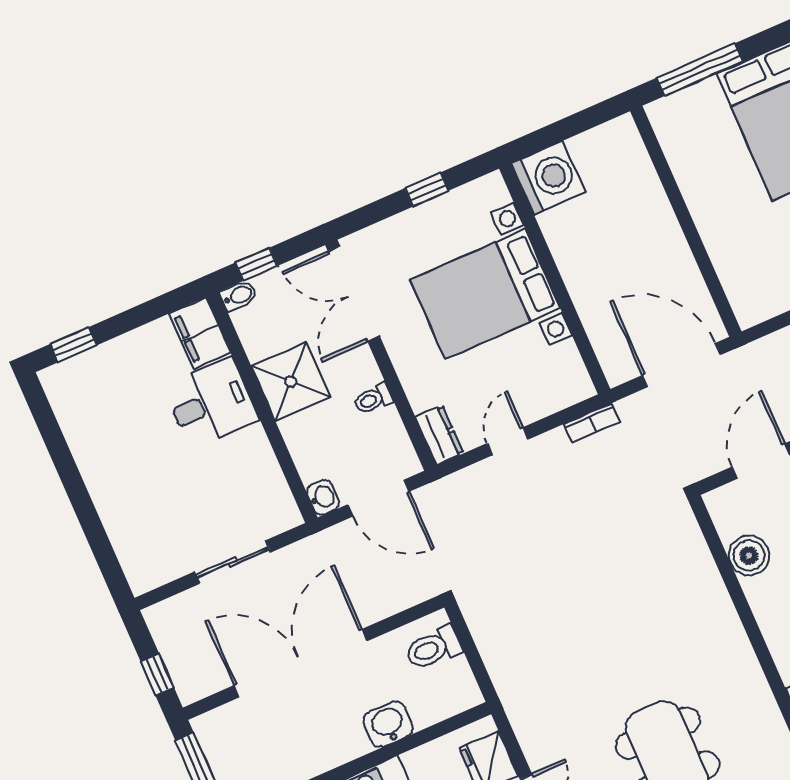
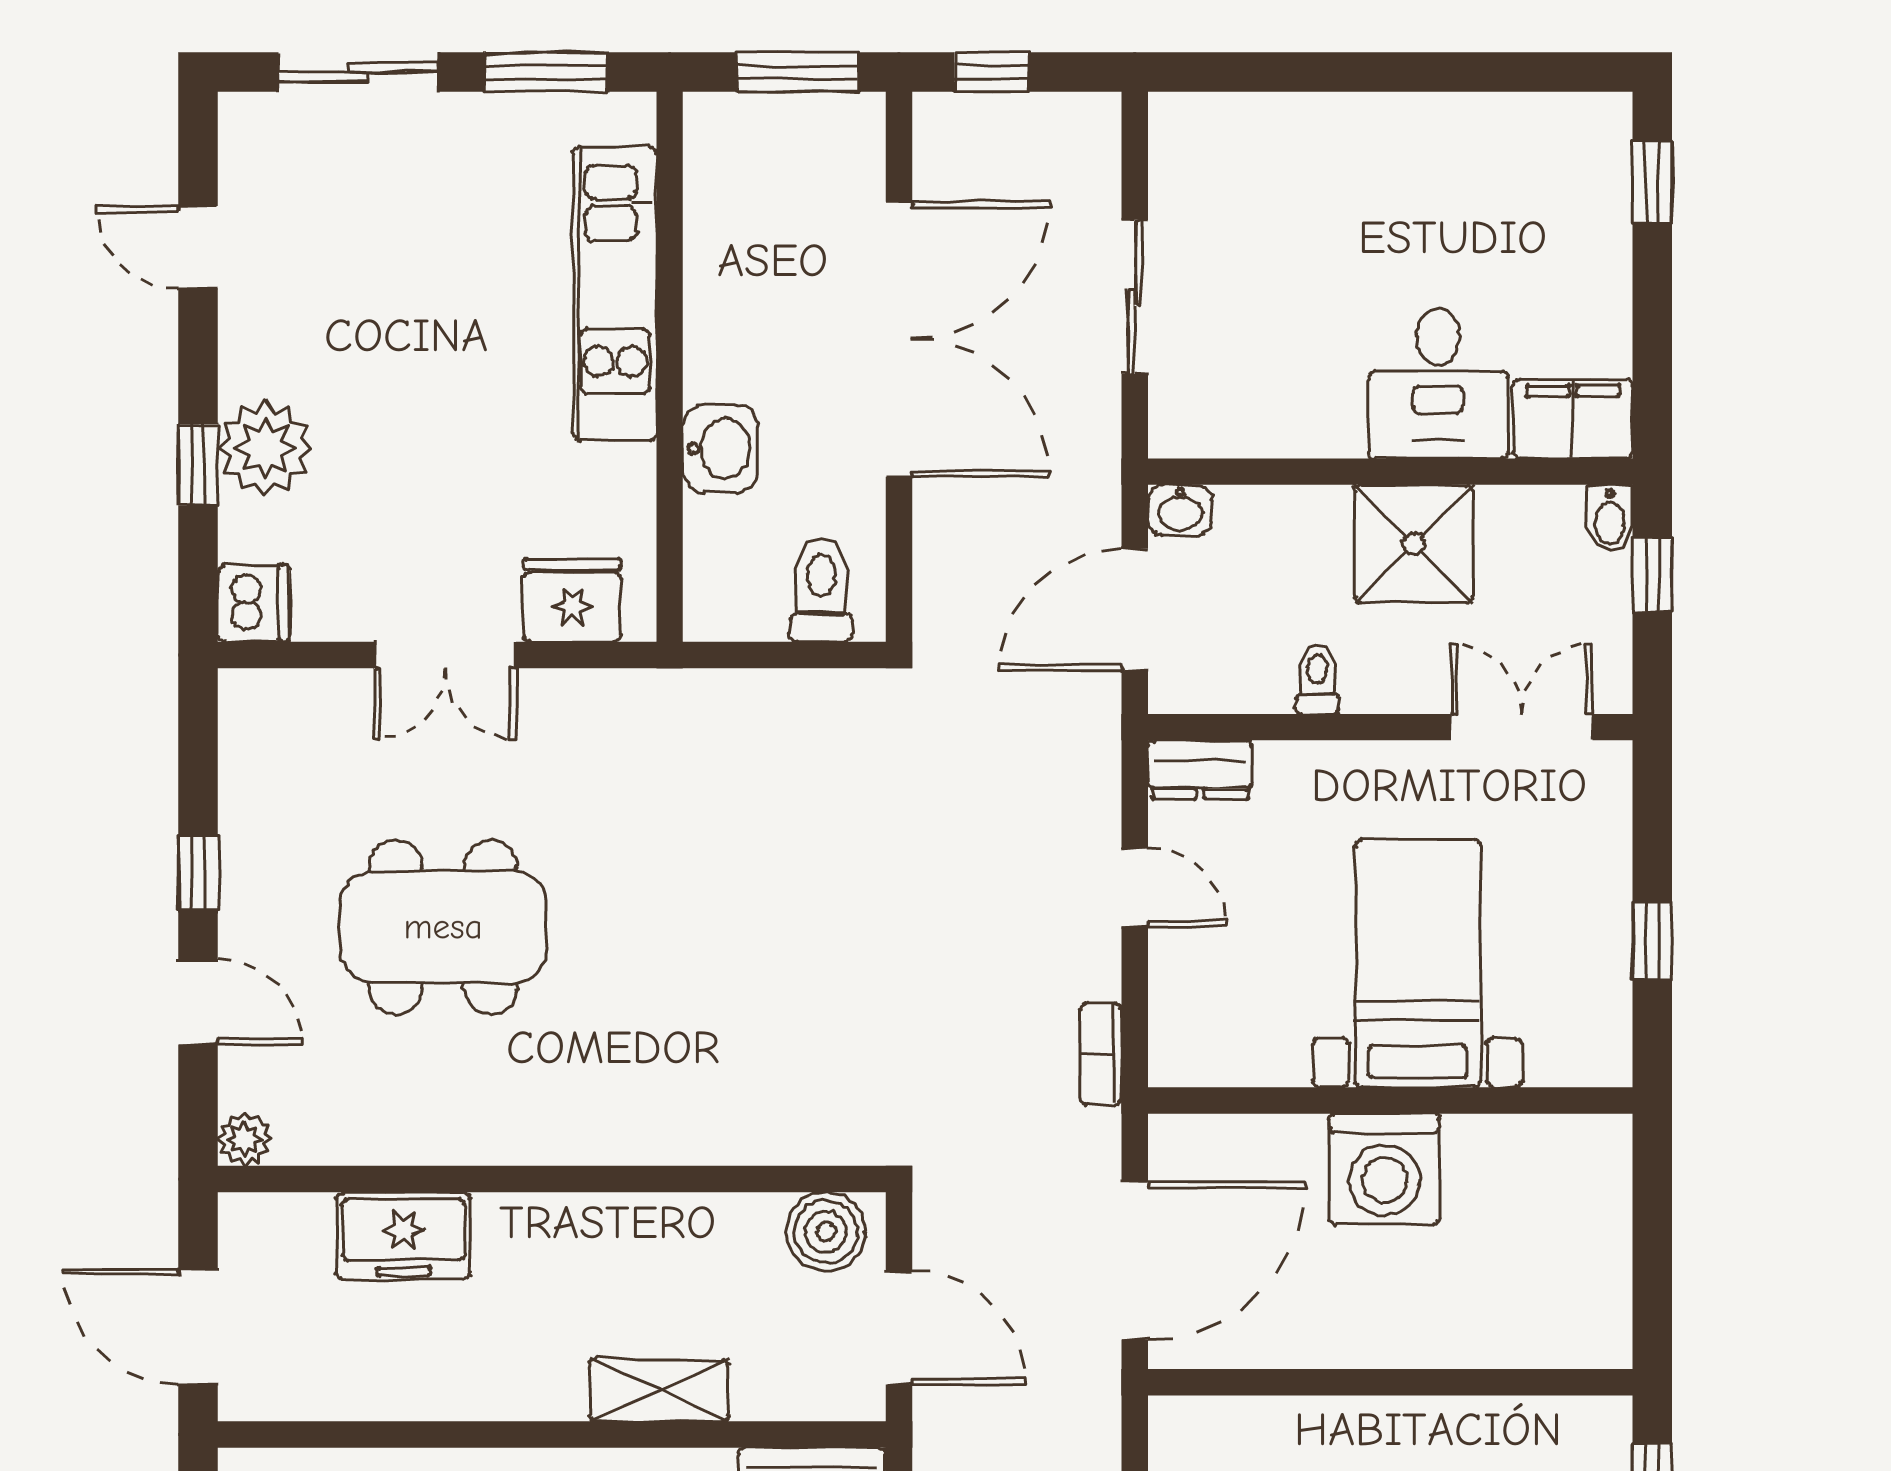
washing machine: (548, 178) -> (1384, 1169), moved
double door: (354, 294) -> (1522, 727), width x0.73
bed with nightstands: (485, 294) -> (1418, 963), width x0.73
boiler: (749, 556) -> (826, 1232), moved

